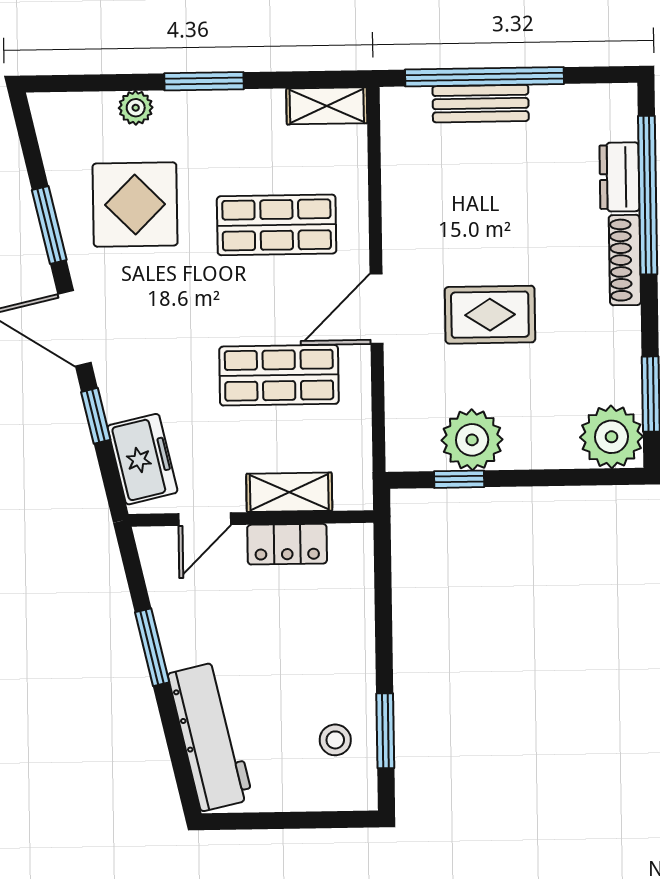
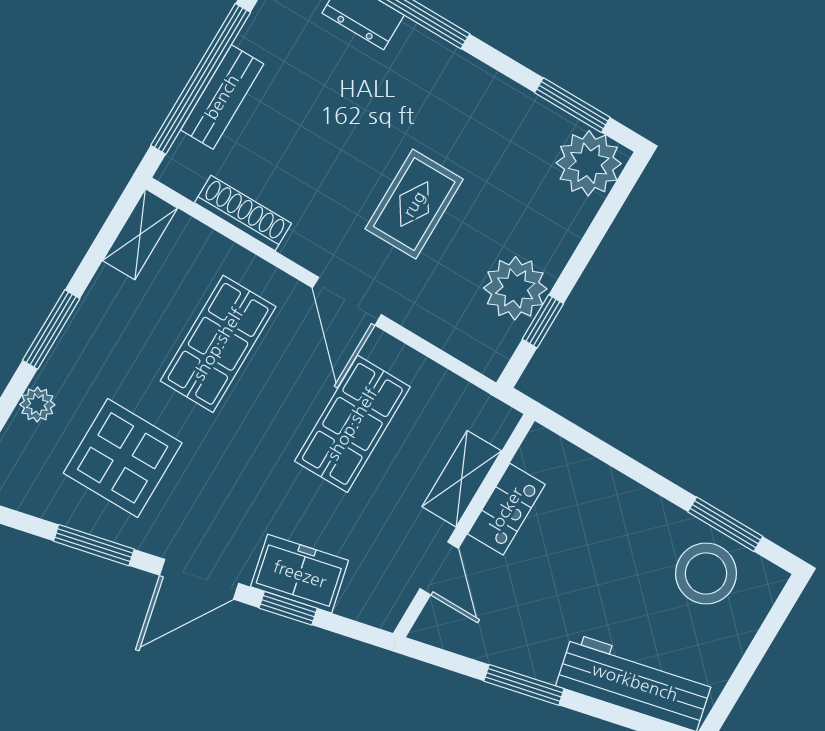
shoe rack: (625, 260) -> (243, 213), moved, turned 180
freezer: (142, 459) -> (300, 574), moved
stool: (335, 740) -> (706, 573), width x1.89, depth x1.89

